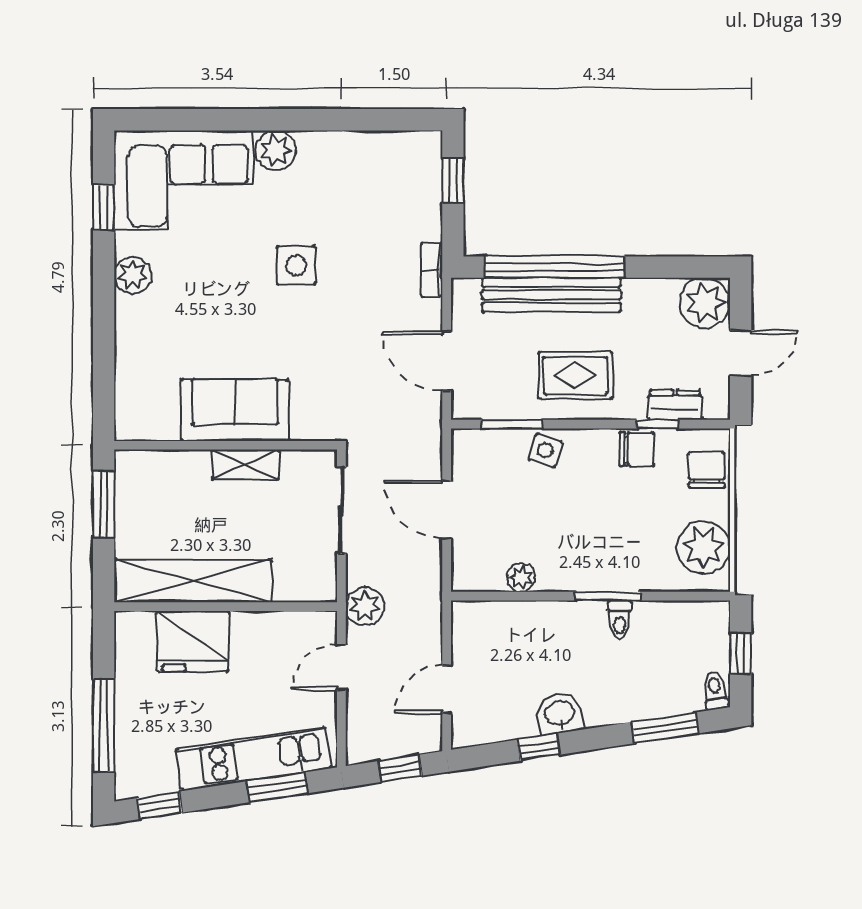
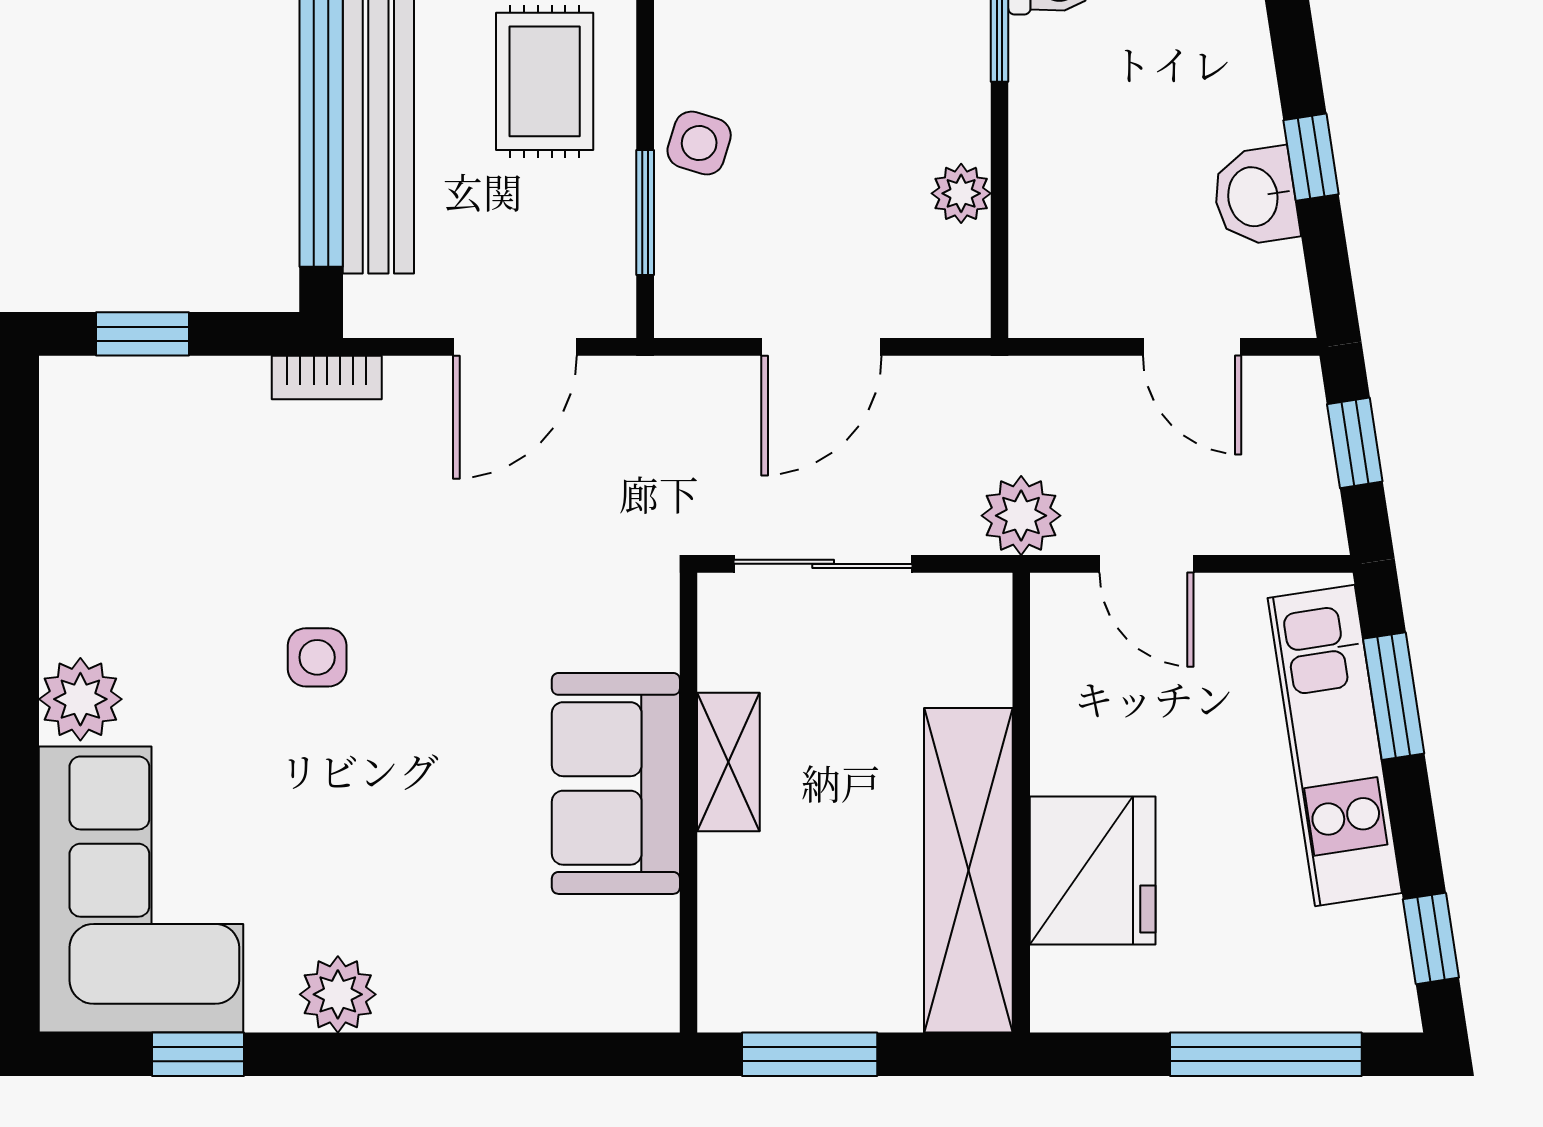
side table: (296, 265) -> (317, 657), width x0.73, depth x0.73
washbasin: (560, 714) -> (1255, 196), moved

